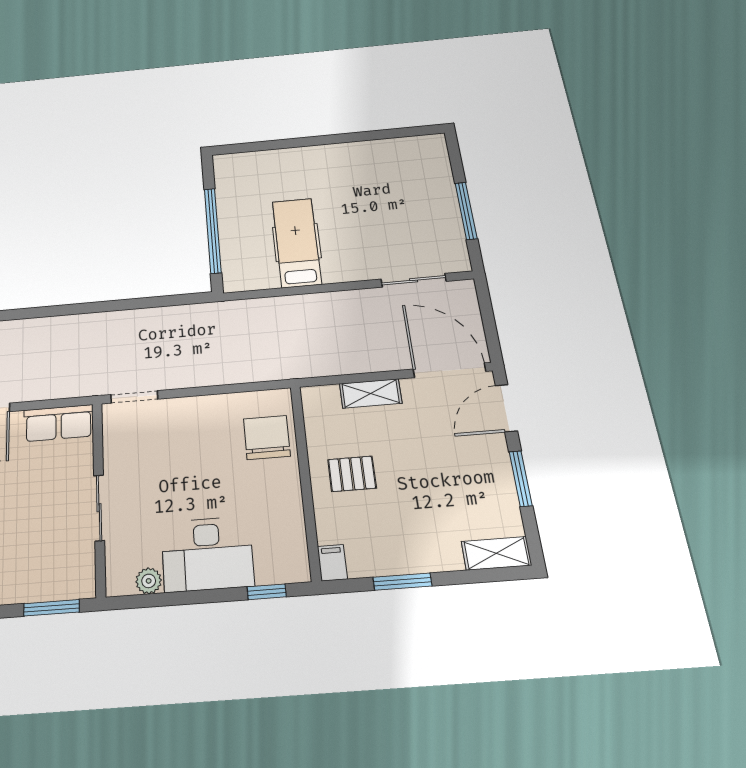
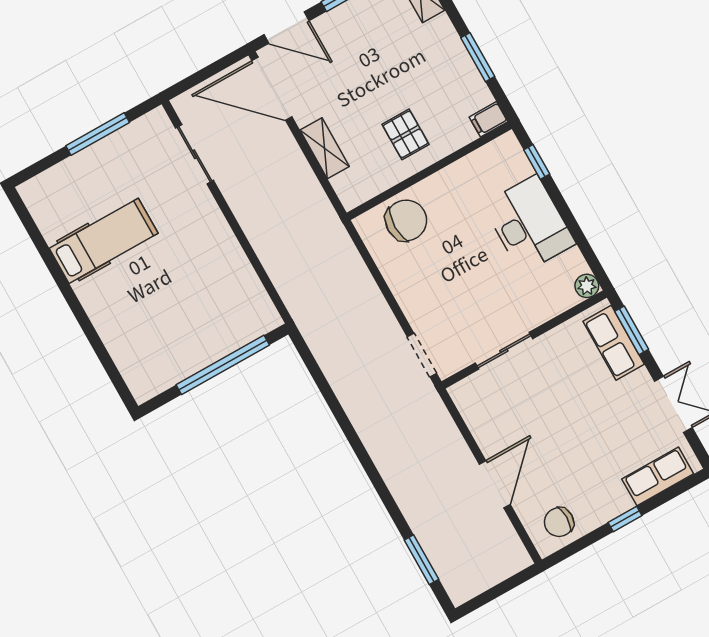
hospital bed: (297, 243) -> (104, 241), moved, turned 180
door: (449, 370) -> (272, 89), hinge flipped
row of seats: (59, 423) -> (614, 343), moved, turned 180
chair: (267, 437) -> (406, 220), turned 180
sliding door: (99, 508) -> (504, 351), moved
plant: (149, 581) -> (587, 286), moved

